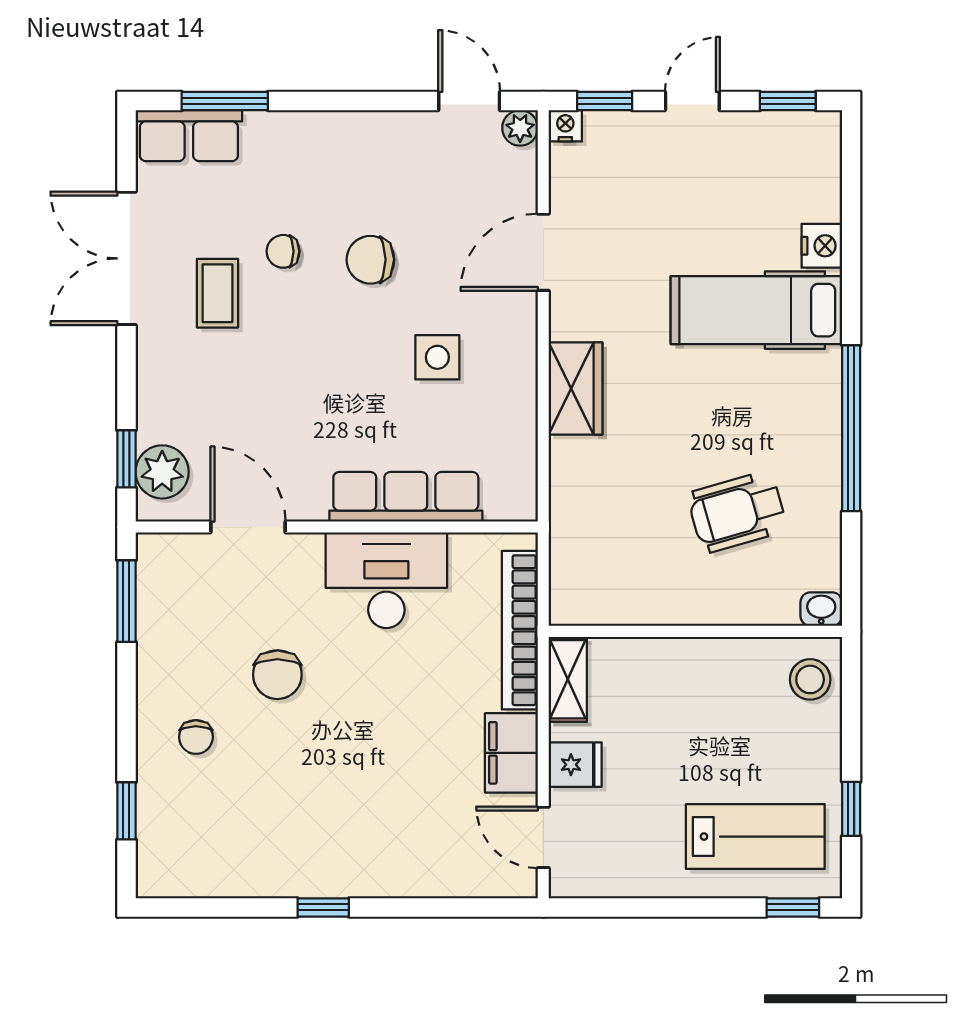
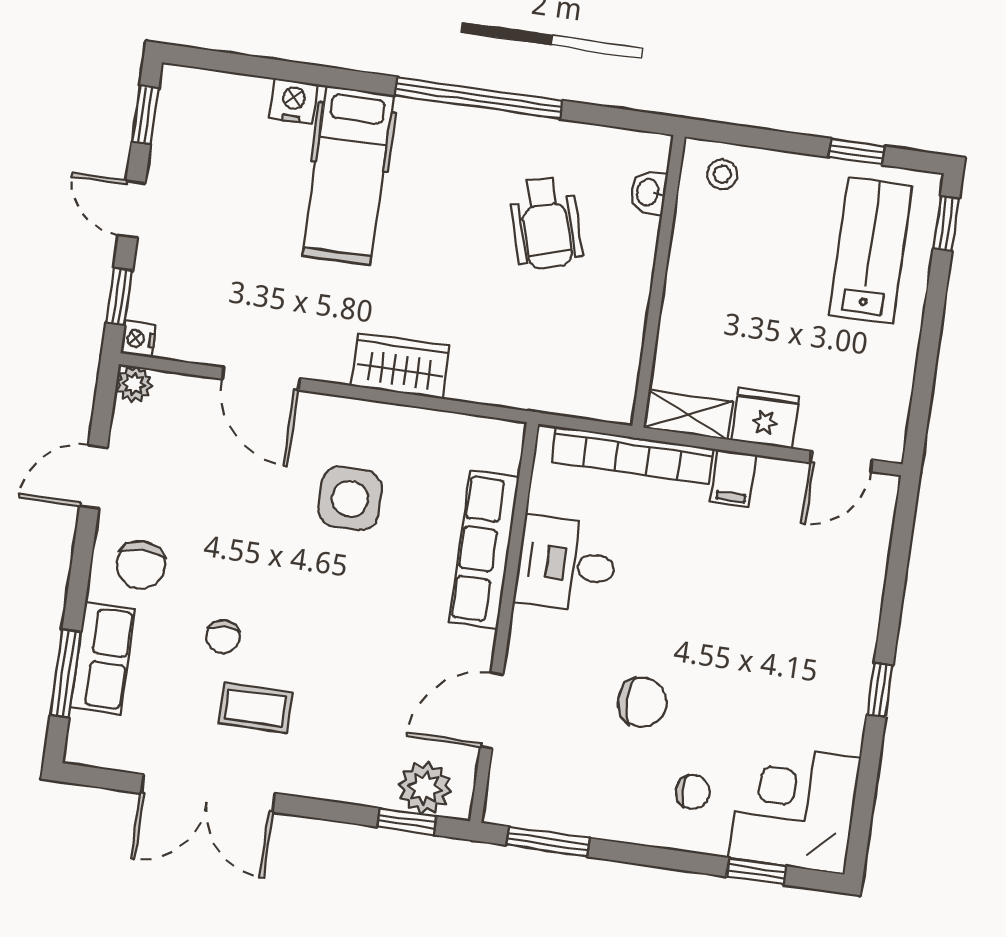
door: (469, 101) -> (94, 477), moved
row of seats: (189, 136) -> (103, 658), moved
chair: (370, 260) -> (141, 565), moved
side table: (437, 357) -> (350, 499), width x1.37, depth x1.37
desk: (386, 580) -> (566, 564), width x0.73
washbasin: (821, 609) -> (649, 192), moved
stool: (810, 679) -> (722, 174), width x0.73, depth x0.73
filing cabinet: (511, 753) -> (733, 478), width x0.50
fridge: (575, 765) -> (765, 418), width x1.38
corner desk: (194, 840) -> (794, 808), added

